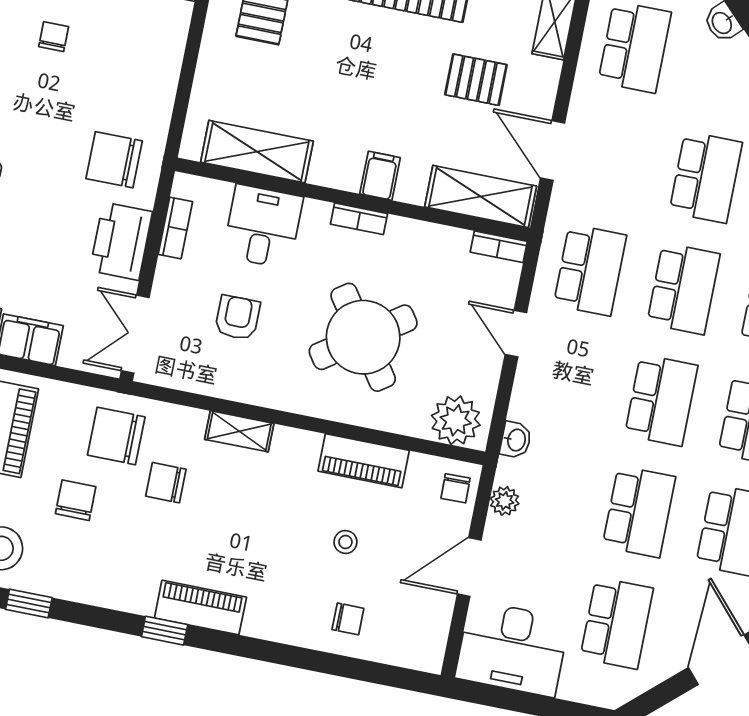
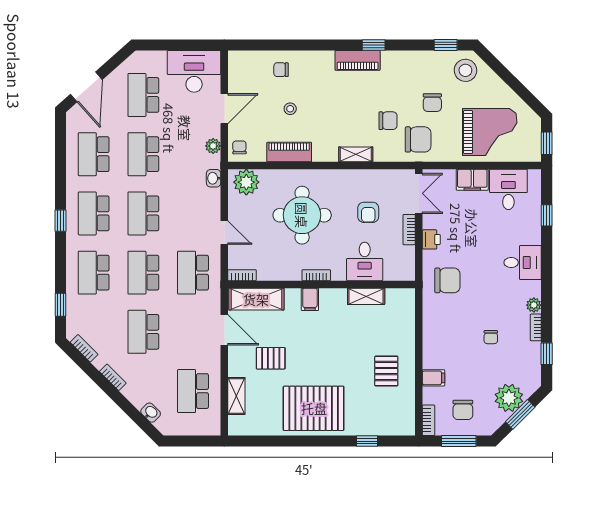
shelving: (257, 152) -> (366, 296), width x0.67, depth x0.75
bookcase: (175, 228) -> (409, 230), moved
printer: (121, 241) -> (431, 239), width x0.53, depth x0.68
round table: (363, 337) -> (302, 215), turned 35

